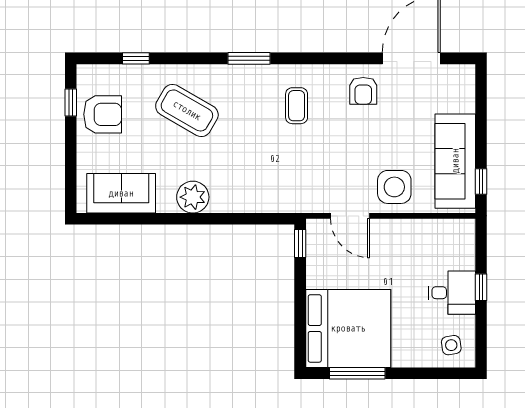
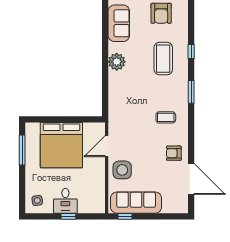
window: (136, 58) -> (191, 52), moved
coffee table: (187, 110) -> (163, 59), turned -30
window: (300, 244) -> (92, 119), removed
bed: (348, 328) -> (61, 145), moved

